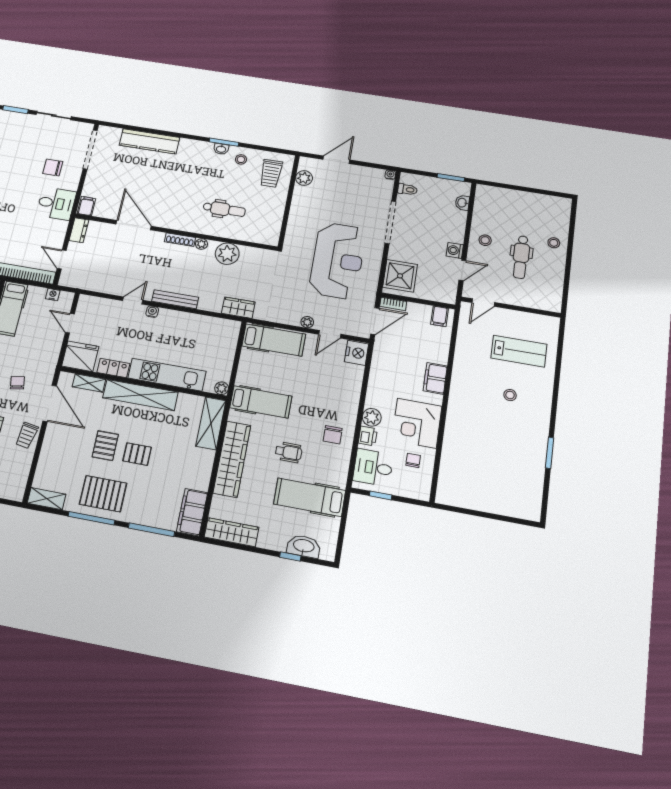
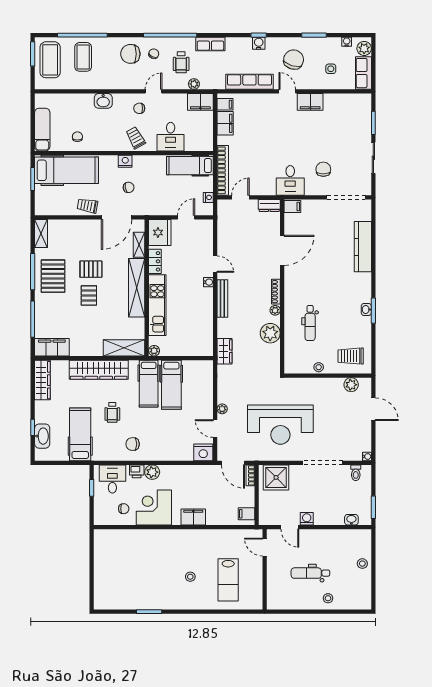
stool: (241, 159) -> (319, 367), moved
stool: (485, 240) -> (362, 564), moved
hospital bed: (274, 340) -> (171, 385), moved

